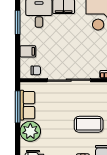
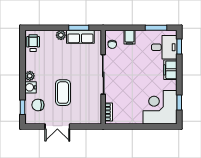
window: (18, 107) -> (79, 28), width x0.69
plant: (30, 131) -> (61, 35), width x0.53, depth x0.53

